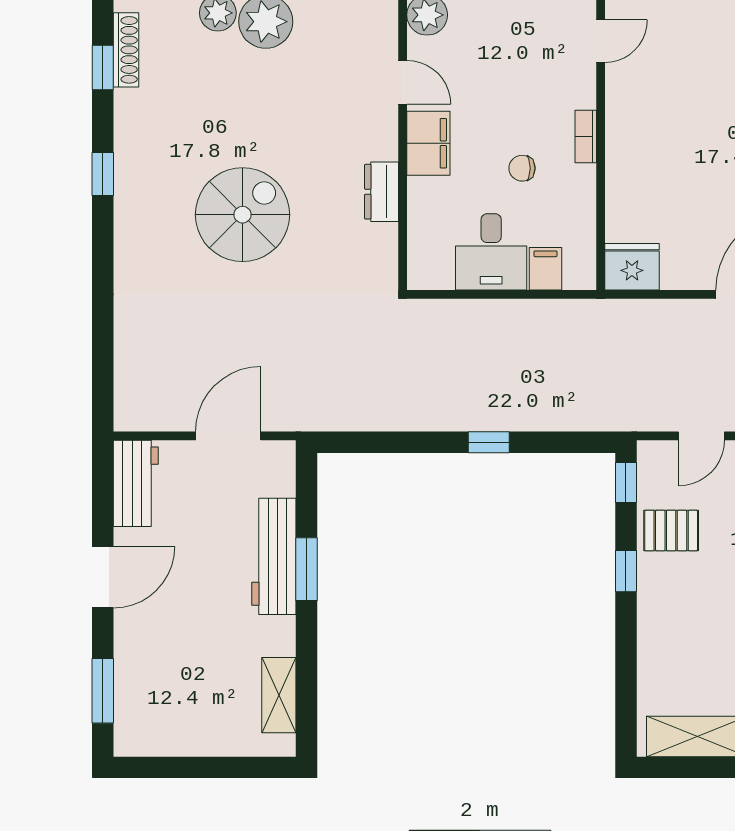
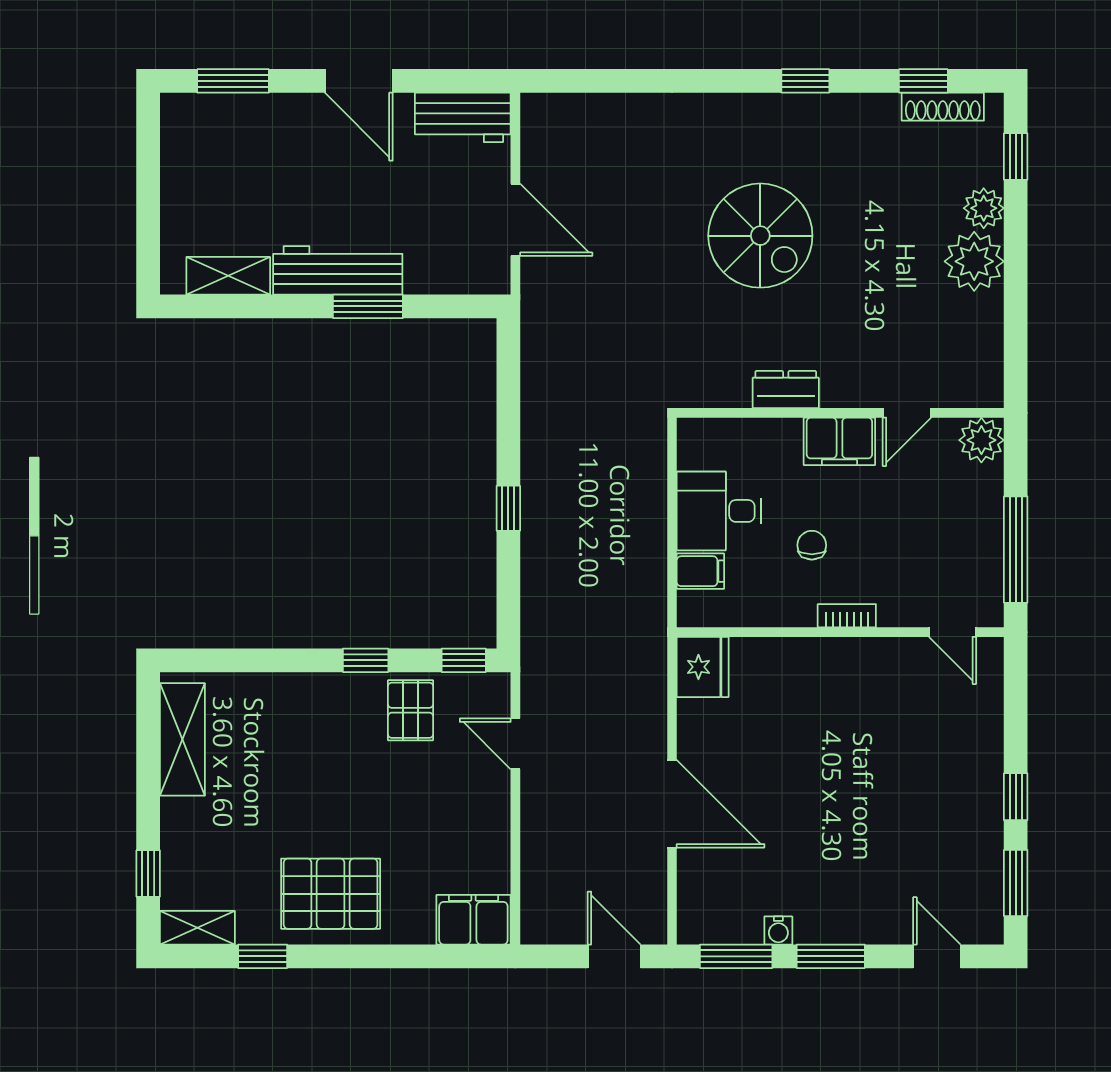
workbench: (274, 556) -> (338, 270), moved

